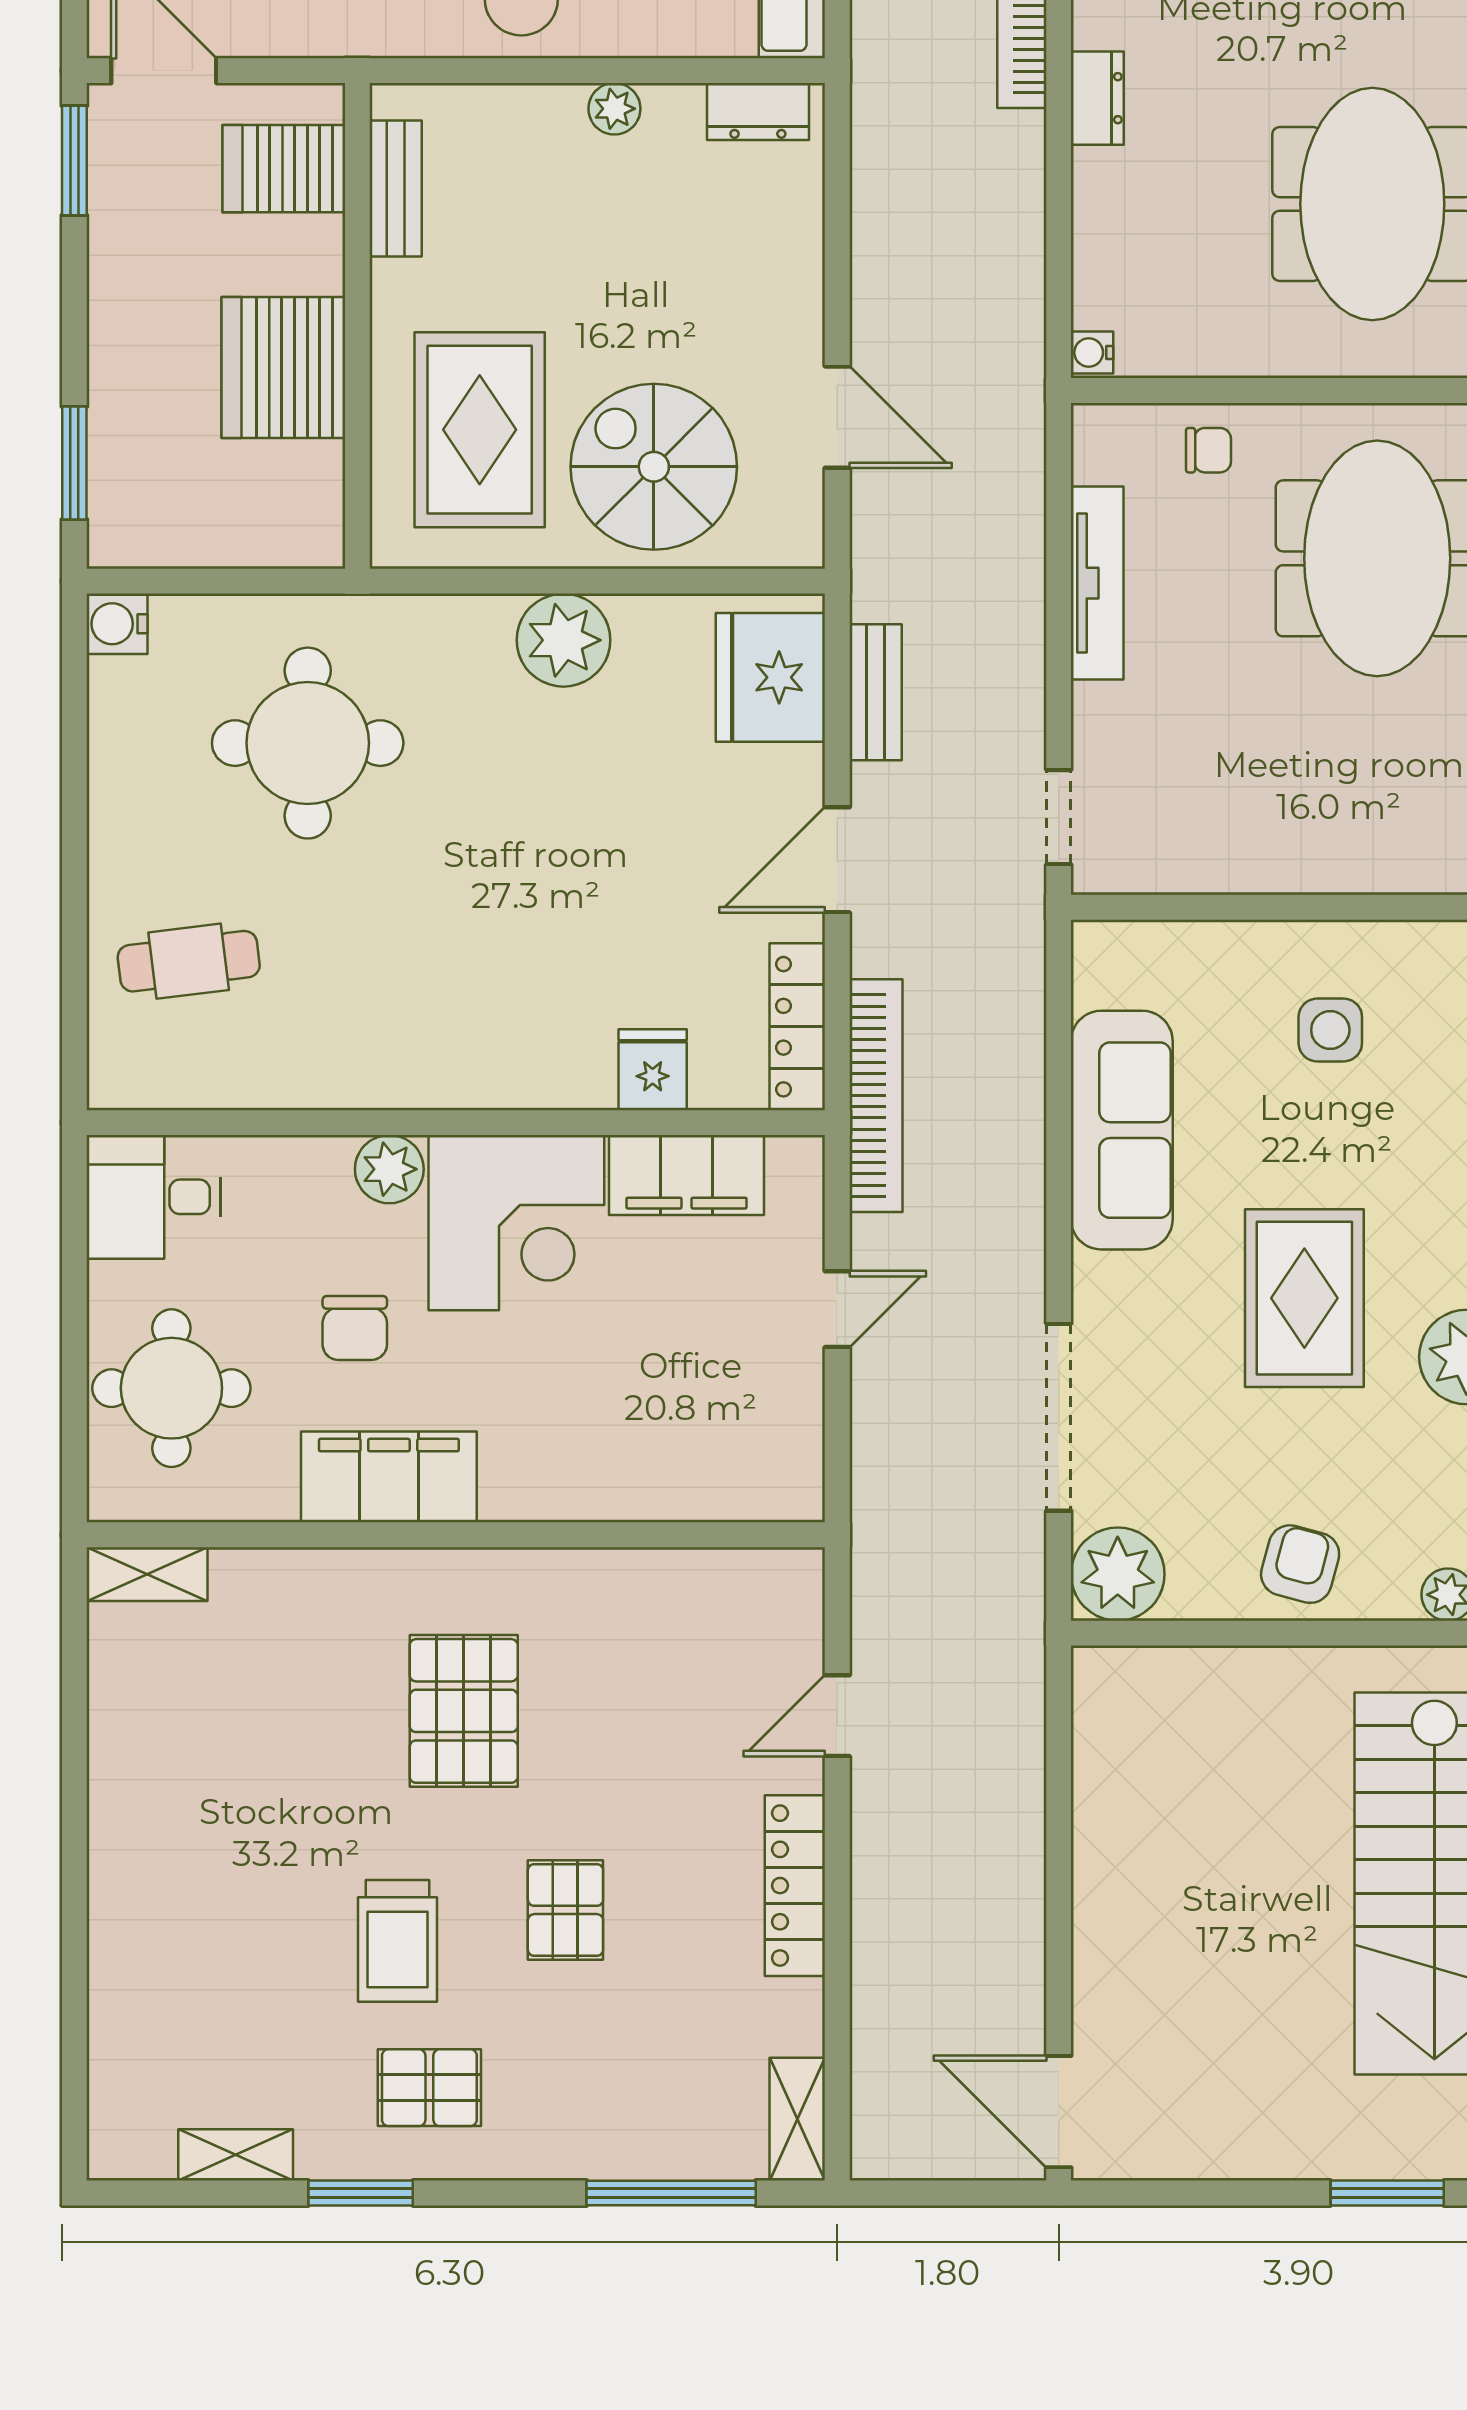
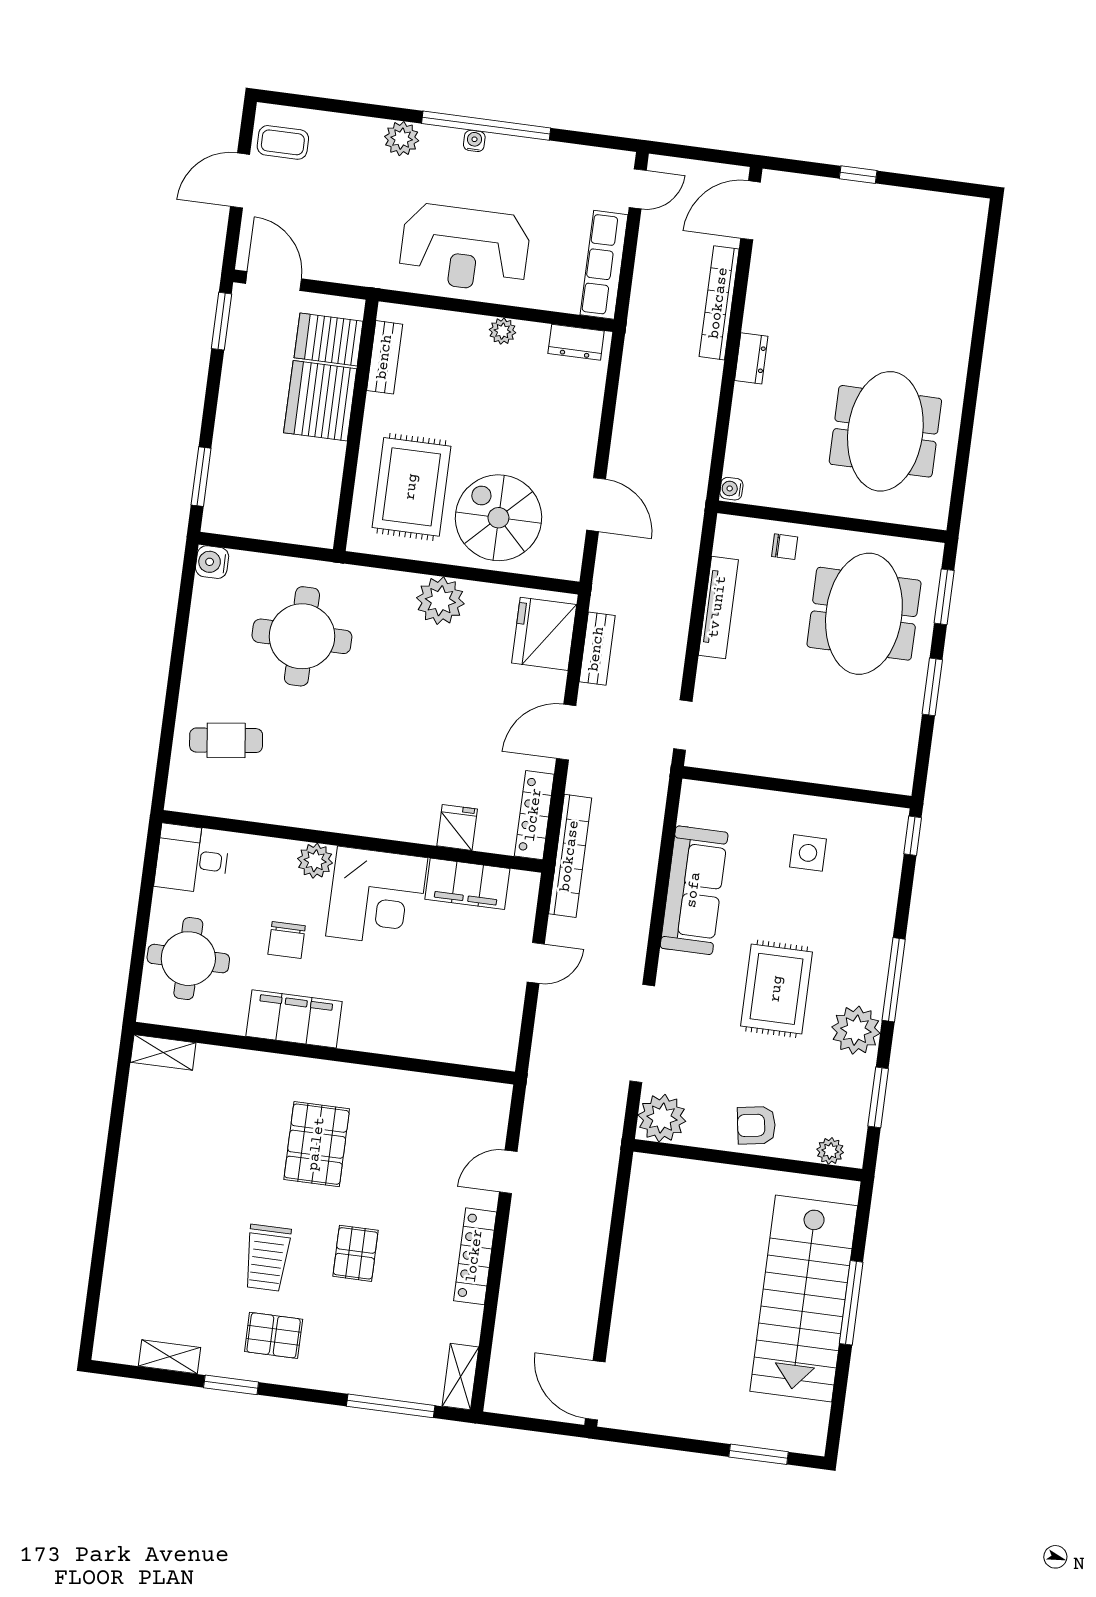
server rack: (283, 367) -> (320, 401), moved
armchair: (1300, 1564) -> (756, 1125), turned -114

